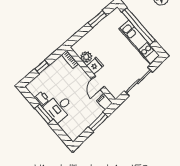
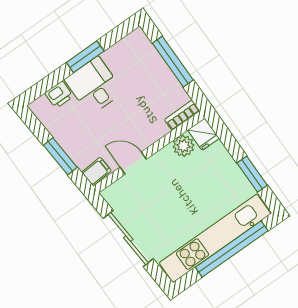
kitchen unit: (139, 42) -> (215, 238), width x1.36
fridge: (95, 66) -> (203, 134), moved
window: (42, 67) -> (173, 62), width x2.17
printer: (42, 99) -> (59, 95), moved

